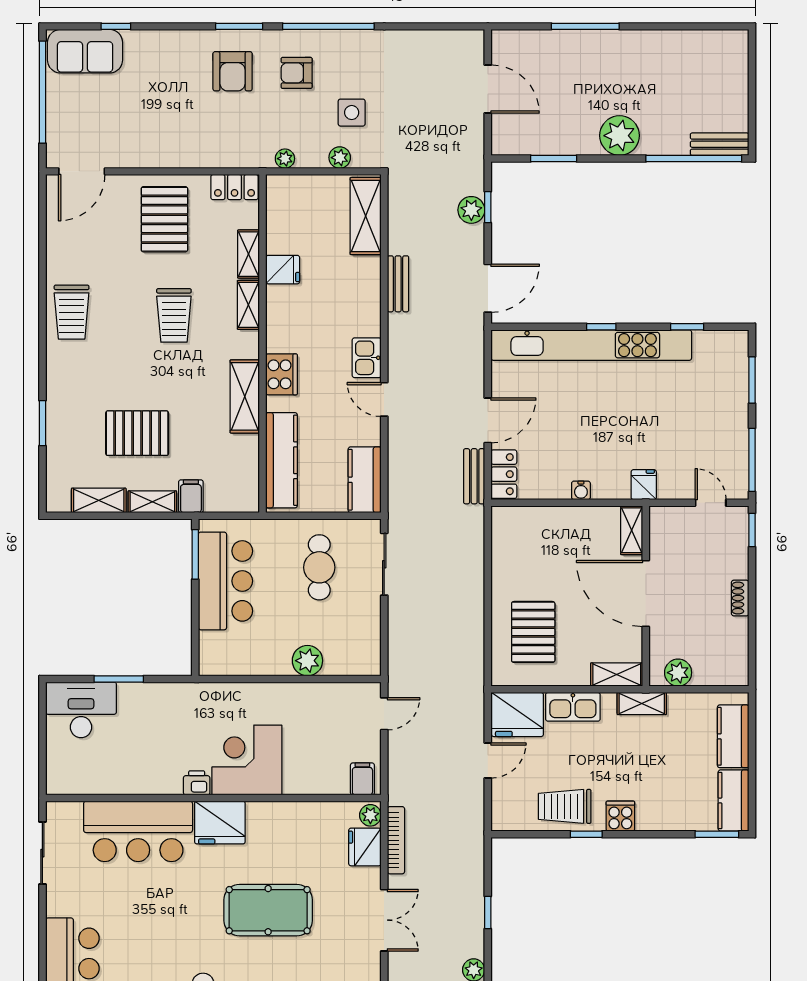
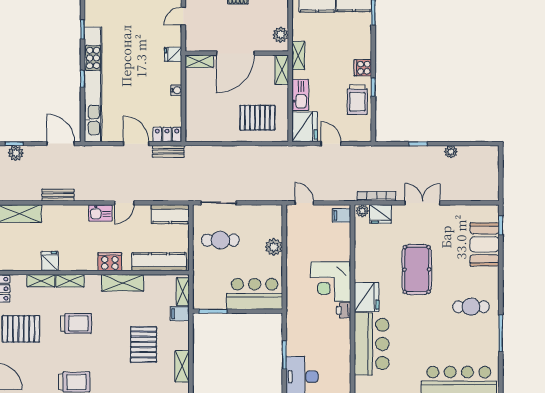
shelving: (152, 502) -> (183, 292), moved
bar counter: (225, 581) -> (255, 294), moved

